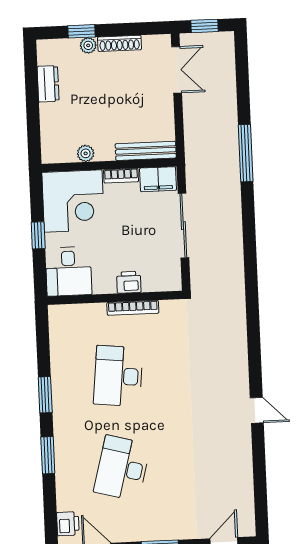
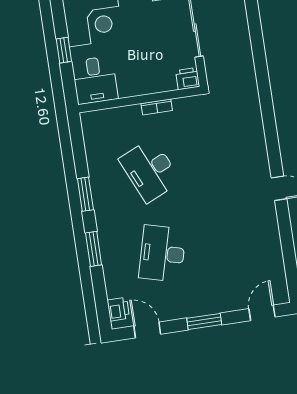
printer: (129, 282) -> (188, 79), moved
bookcase: (133, 308) -> (157, 107), width x0.64
desk: (118, 376) -> (150, 170), turned -30

